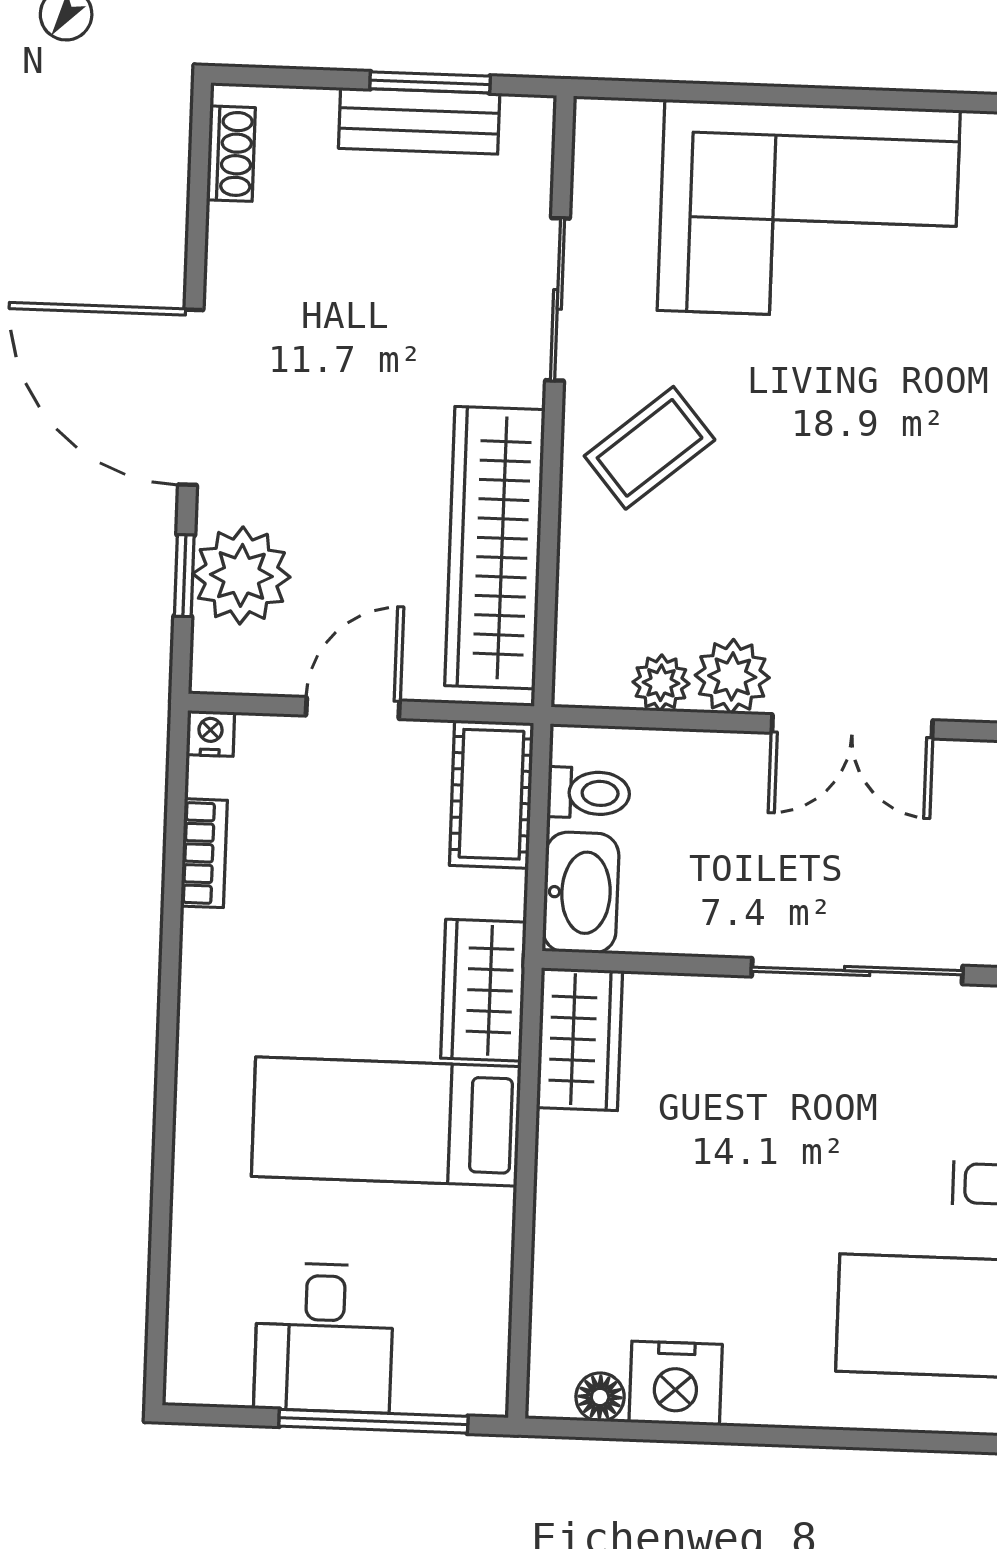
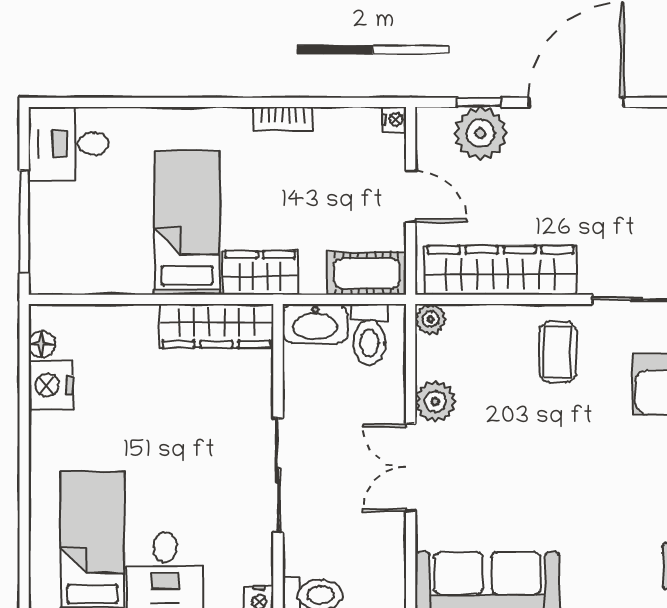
coffee table: (650, 448) -> (558, 352), turned 40
plant: (661, 683) -> (430, 319), moved
toilet: (589, 793) -> (369, 335), width x1.37, depth x1.39
bookcase: (204, 853) -> (282, 119), moved
wardrobe: (579, 1039) -> (216, 326), width x1.50
desk: (324, 1338) -> (69, 144), moved

